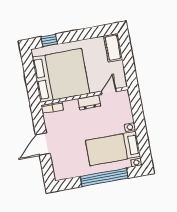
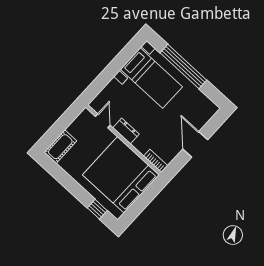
door: (109, 91) -> (103, 121), swing flipped
door: (43, 144) -> (195, 144), swing flipped

